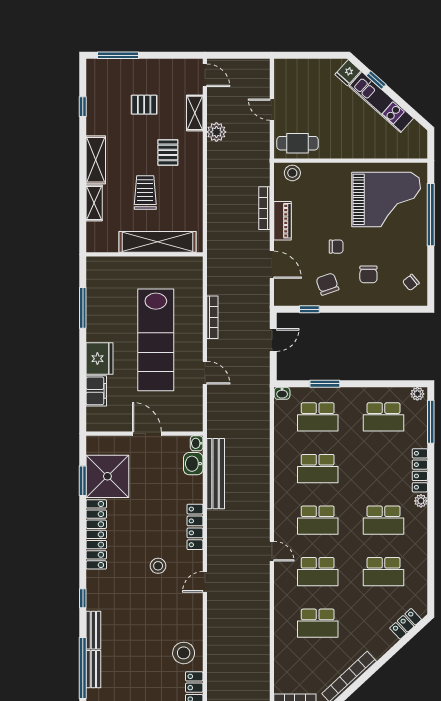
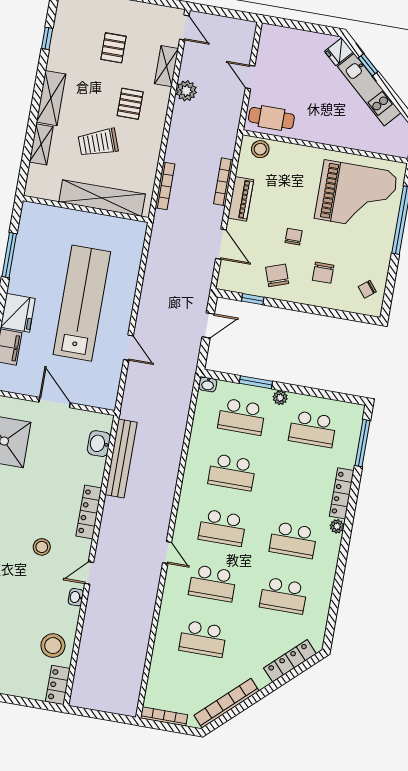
pallet: (144, 105) -> (113, 48), turned 90
trolley: (145, 193) -> (98, 143), turned -110
chair: (336, 247) -> (294, 237), turned -90
bookcase: (212, 317) -> (165, 186), moved
lab bench: (156, 340) -> (82, 303), turned 180
plant: (417, 394) -> (280, 398), moved
washbasin: (197, 443) -> (76, 597), moved
locker: (406, 624) -> (290, 661), width x1.53

